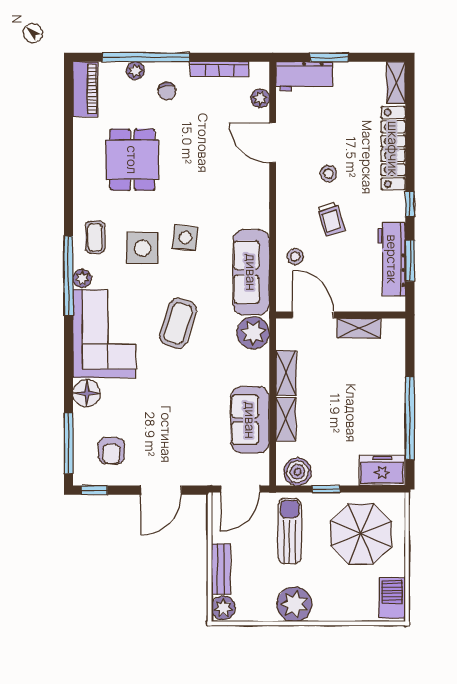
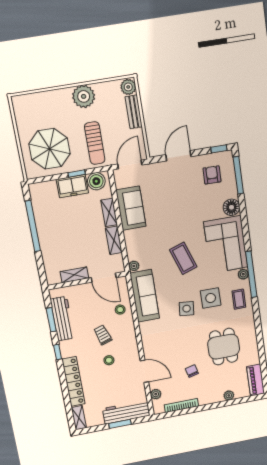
window: (146, 57) -> (224, 404), removed
workbench: (304, 76) -> (126, 412), width x1.38
chair: (167, 91) -> (192, 371), moved
coffee table: (178, 323) -> (183, 258), turned -37
plant: (253, 333) -> (134, 266), width x0.53, depth x0.53
freezer: (382, 470) -> (72, 186), moved
barbecue: (392, 598) -> (22, 111), removed

